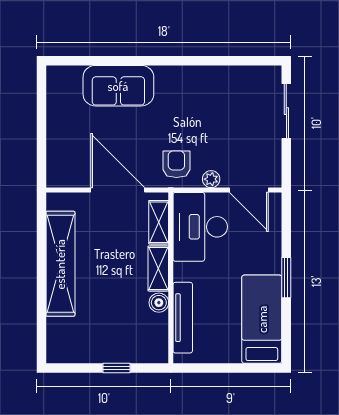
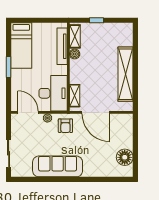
sofa: (118, 86) -> (58, 166), moved, width x1.36
floor lamp: (62, 103) -> (125, 157), added
shelving: (158, 269) -> (75, 36), moved

